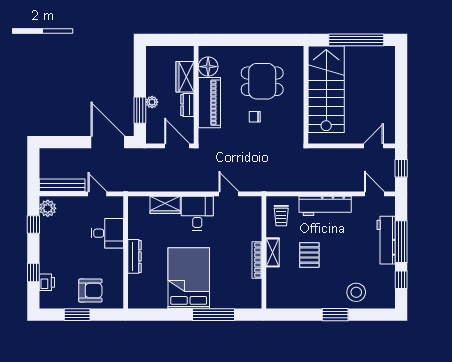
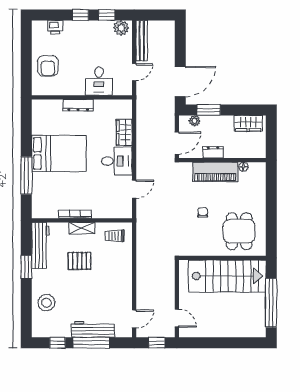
floor lamp: (208, 67) -> (243, 167), width x0.53, depth x0.53
wardrobe: (185, 77) -> (248, 123), moved, turned 180
dining table: (262, 81) -> (239, 231), moved
plant: (152, 102) -> (194, 121), moved
workbench: (325, 206) -> (40, 245), moved, turned 180
window: (33, 273) -> (80, 15), moved
window: (77, 315) -> (26, 54), removed
window: (335, 315) -> (26, 267), moved

